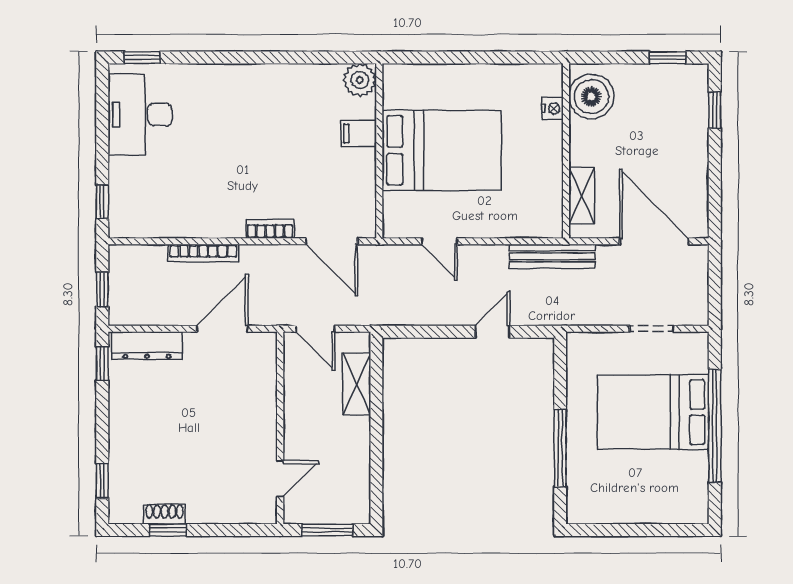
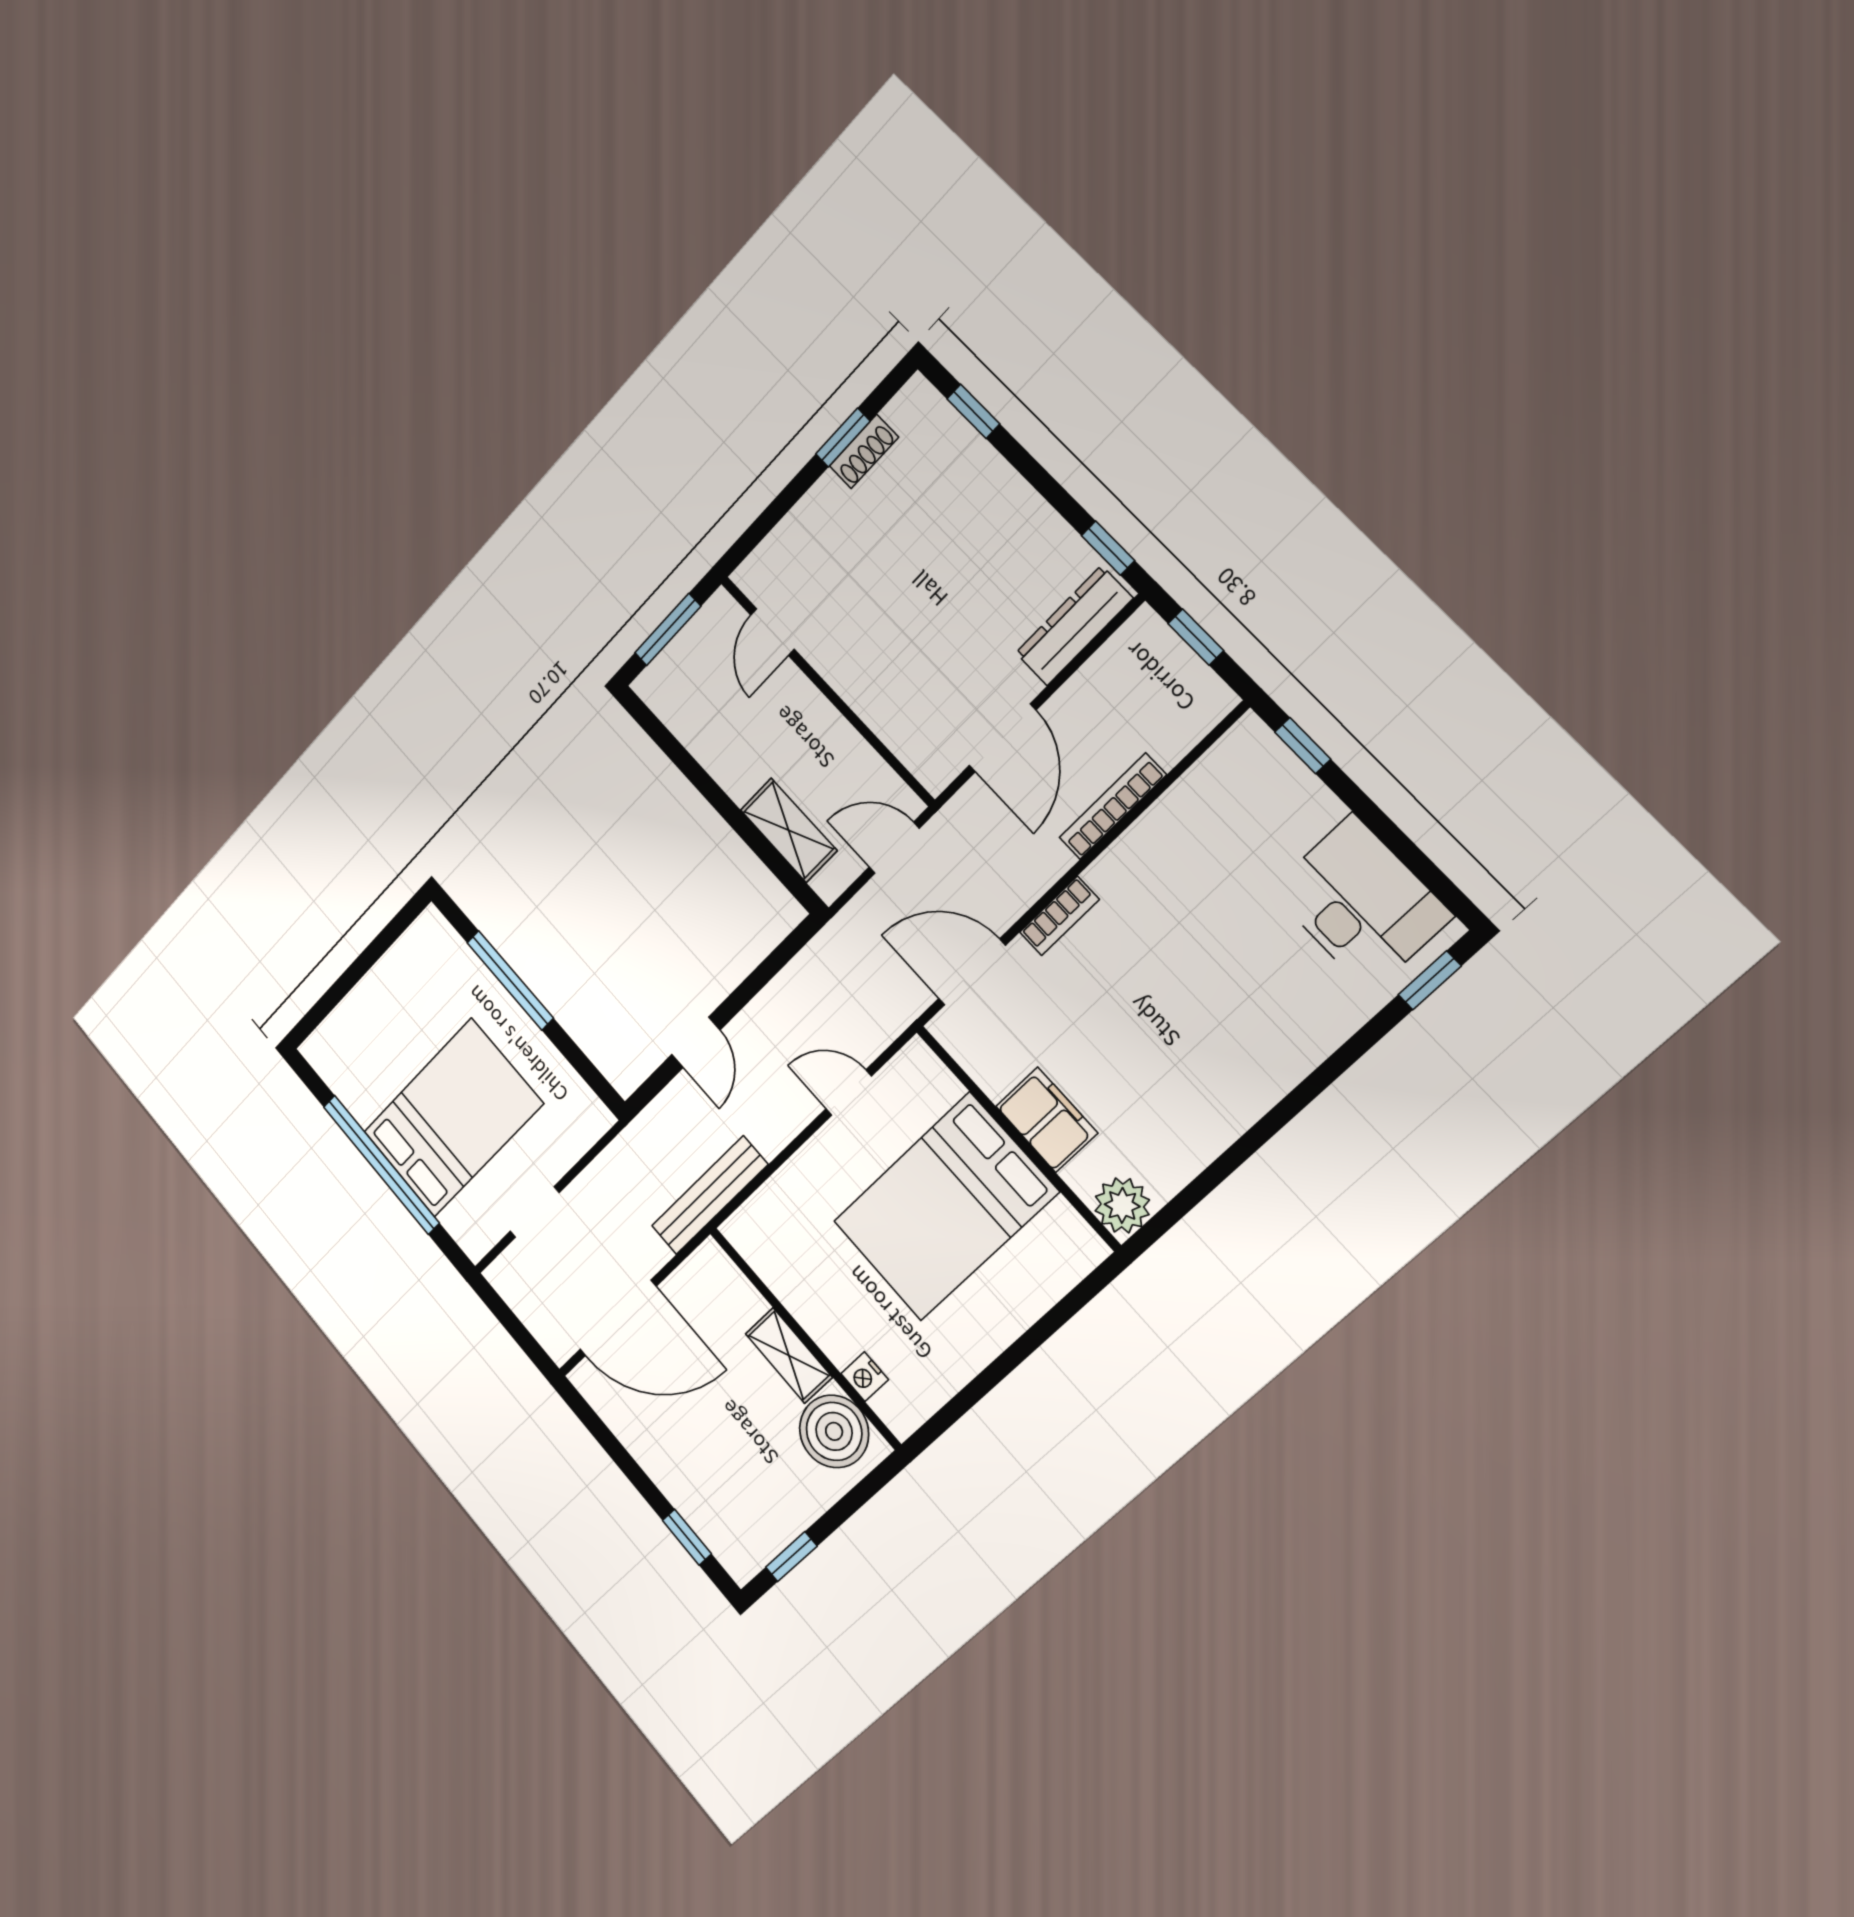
filing cabinet: (359, 133) -> (1047, 1120), width x2.00
shelving: (582, 196) -> (789, 1355), moved

